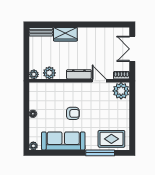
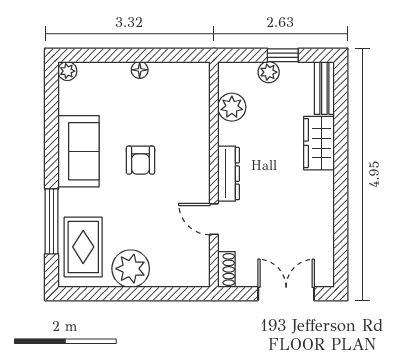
window: (26, 50) -> (283, 55), added
plant: (34, 74) -> (269, 72), moved
door: (99, 81) -> (214, 219), swing flipped
plant: (121, 91) -> (131, 269), moved
sofa: (63, 141) -> (79, 151), width x0.73

